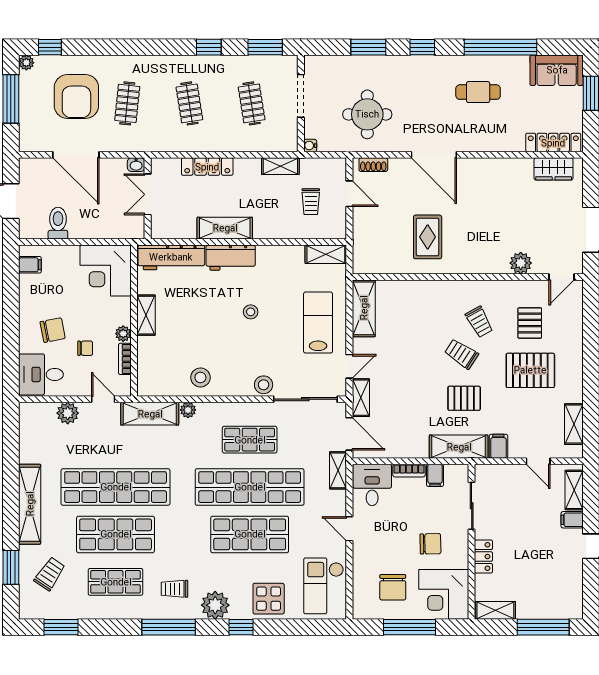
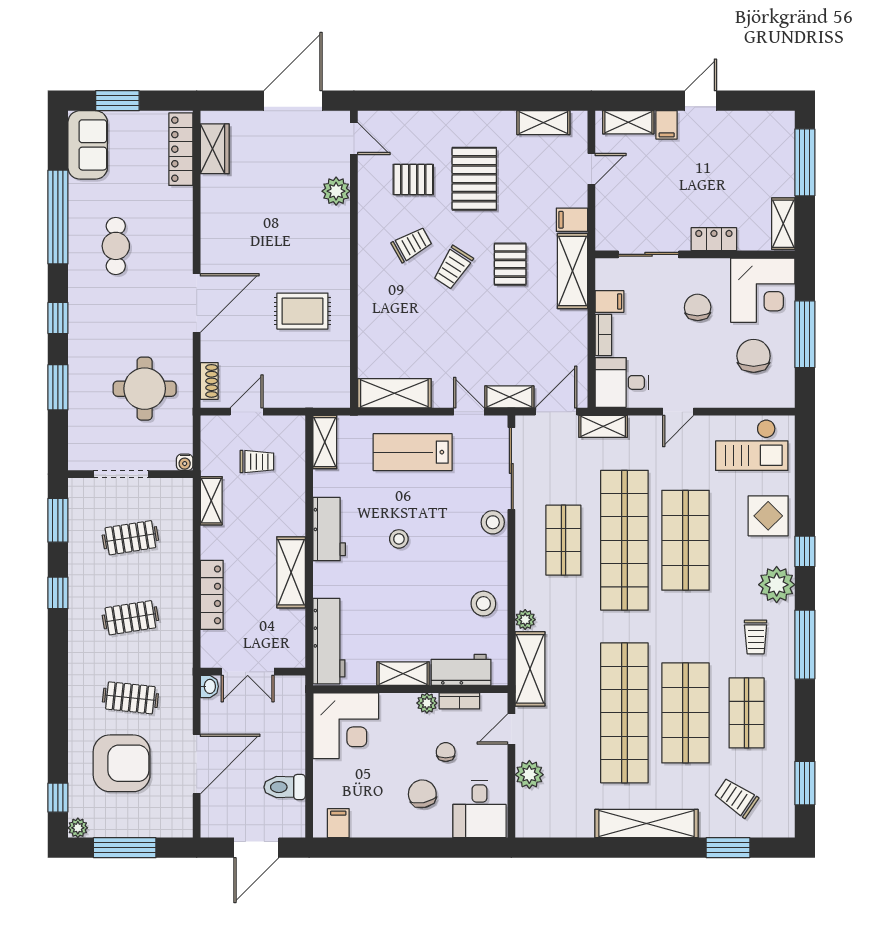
workbench: (231, 258) -> (329, 529), moved
workbench: (149, 360) -> (461, 670), added
chair: (393, 587) -> (754, 356), turned -90

